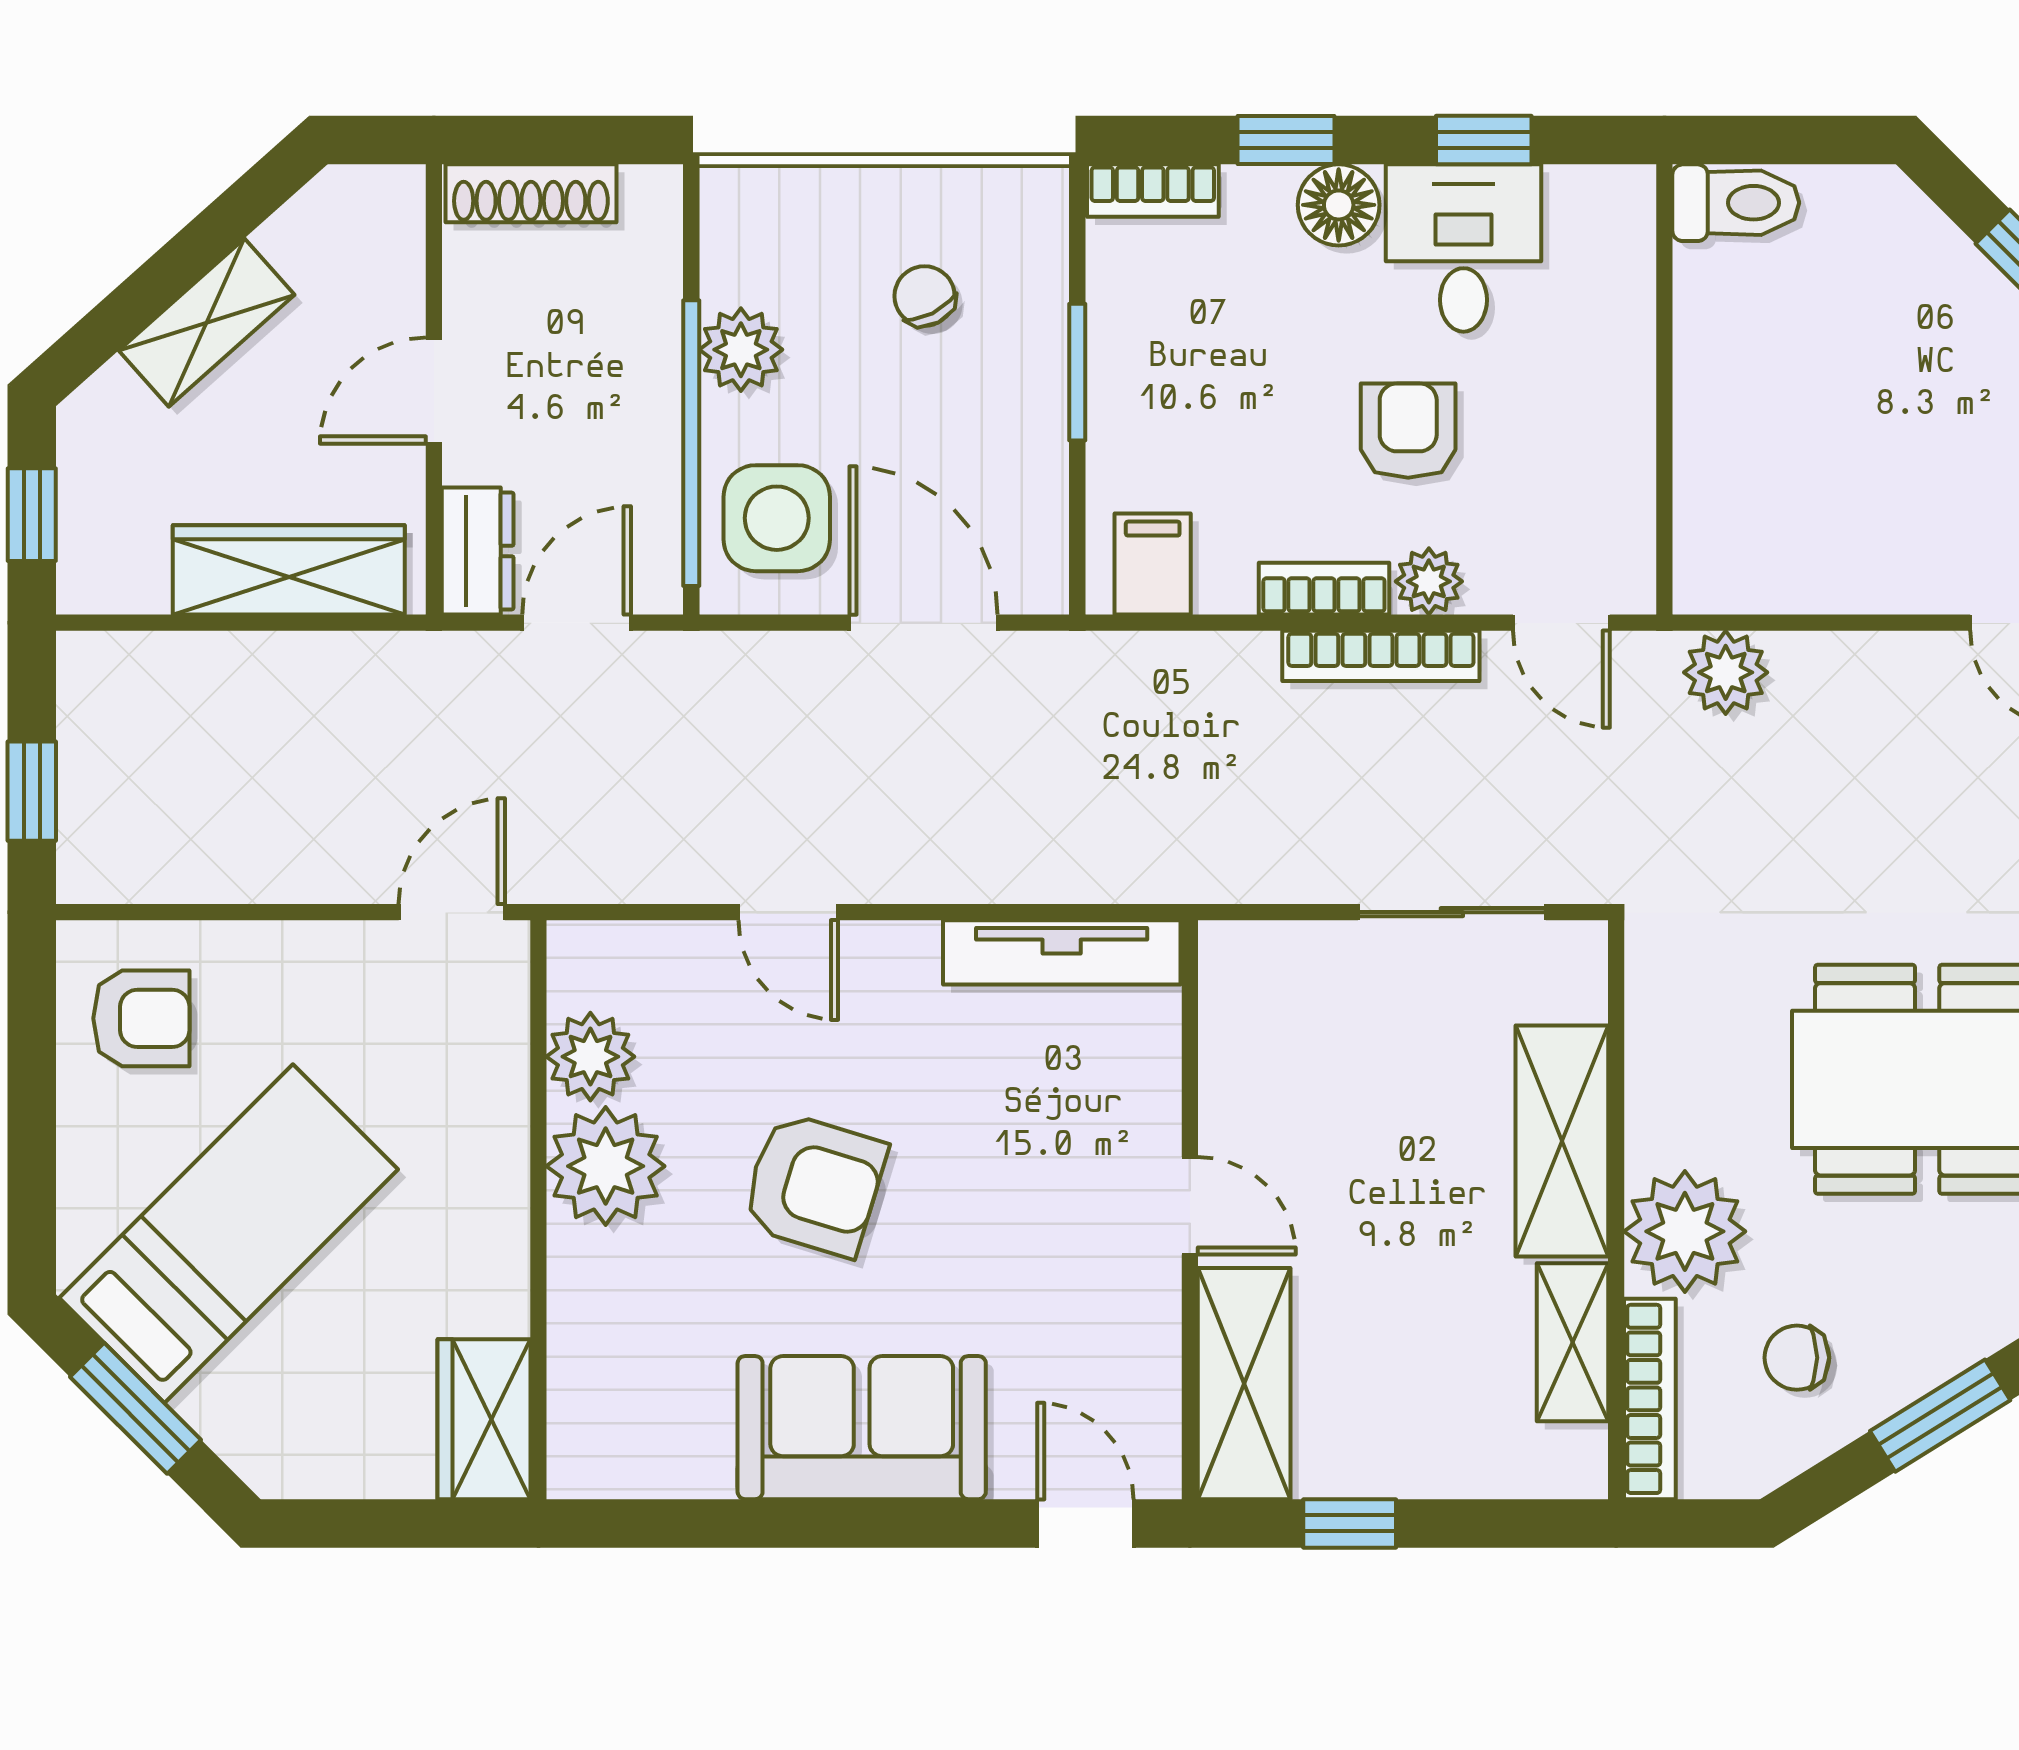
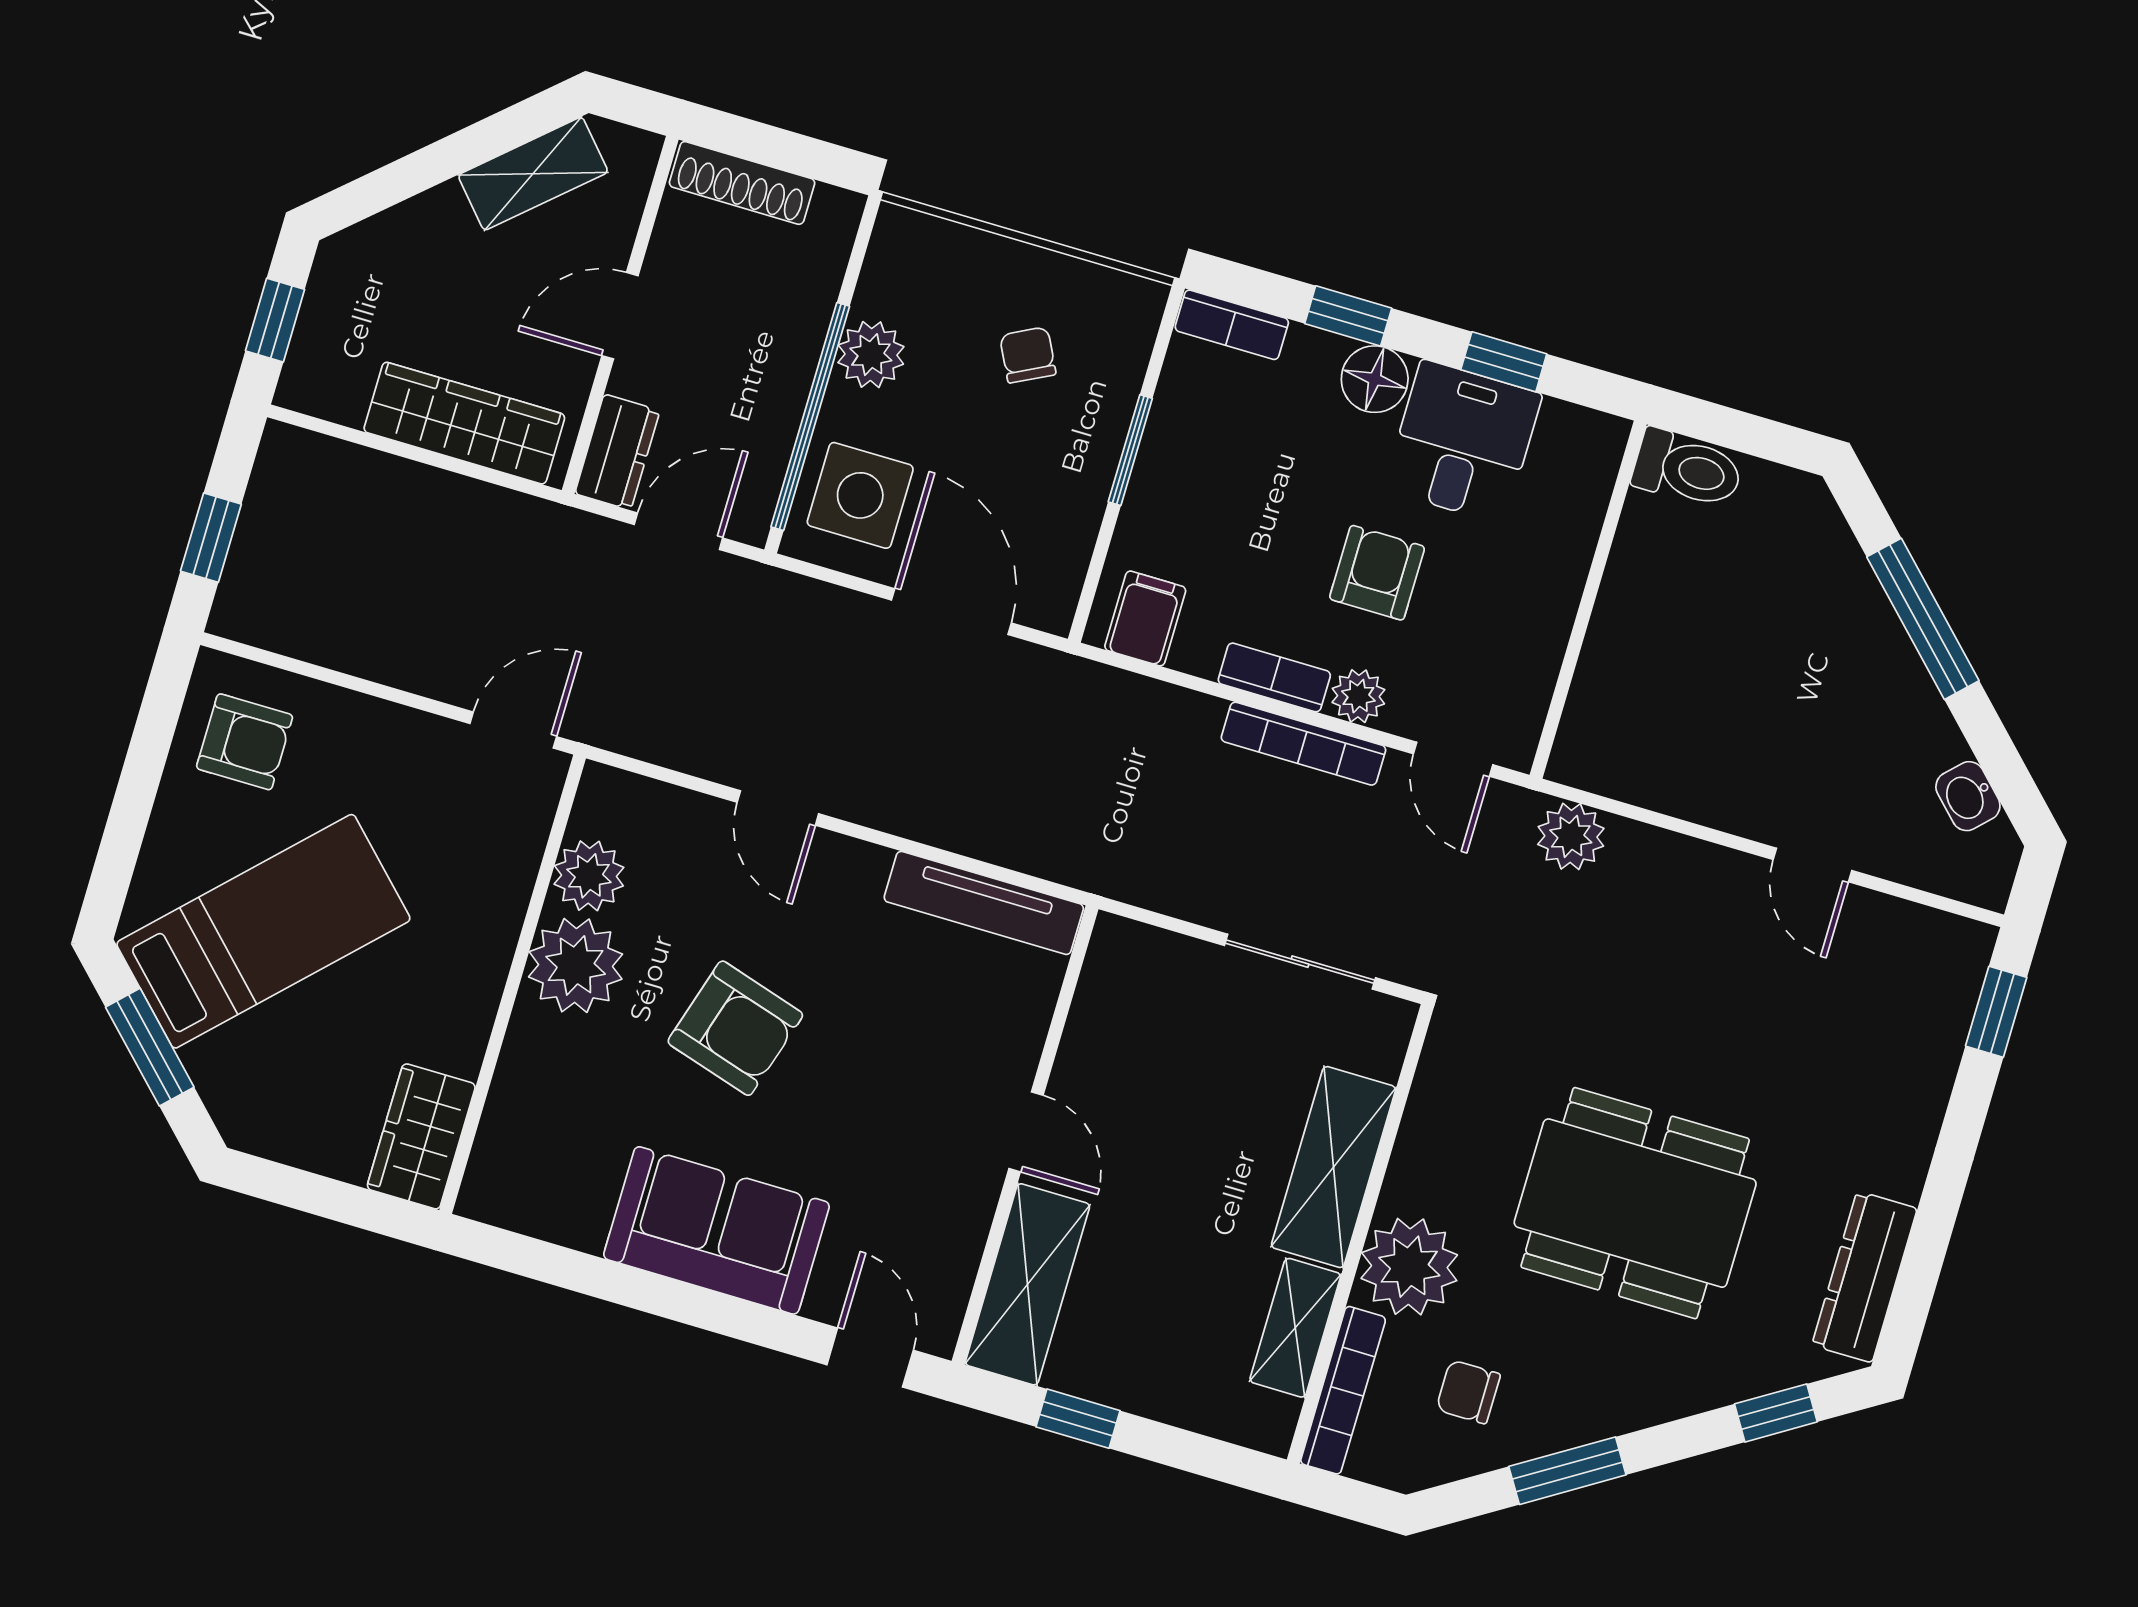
shelving: (207, 323) -> (533, 174), moved

